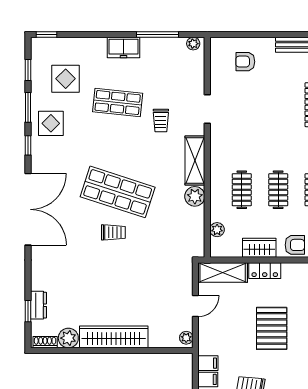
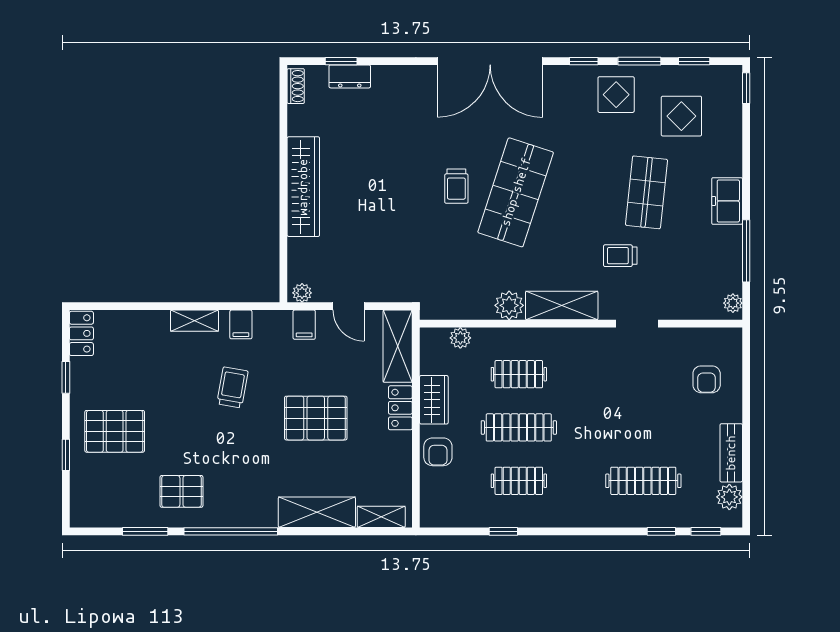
armchair: (245, 62) -> (707, 379), turned 180
clothes rail: (278, 190) -> (519, 427), width x1.36
plant: (68, 338) -> (302, 120), removed
filing cabinet: (208, 363) -> (304, 325), moved

